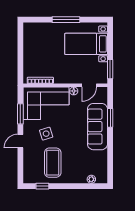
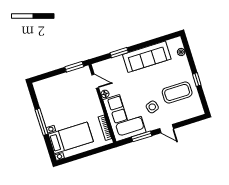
bed with nightstands: (86, 44) -> (71, 138), moved, turned -90
sofa: (97, 127) -> (147, 57), moved
window: (42, 186) -> (197, 80), moved

